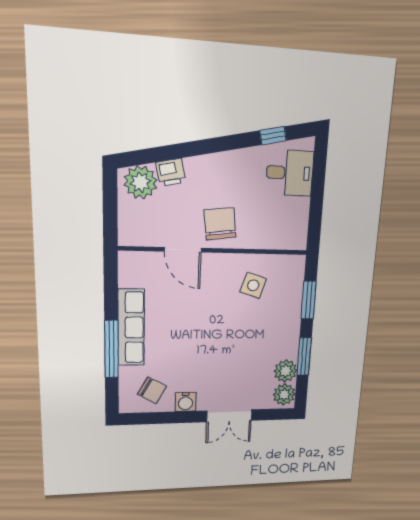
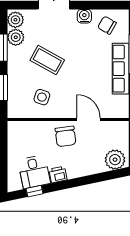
printer: (171, 172) -> (58, 175), moved
desk: (290, 173) -> (34, 172), moved, turned -102
coffee table: (243, 340) -> (47, 60), added

